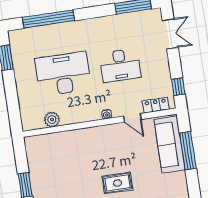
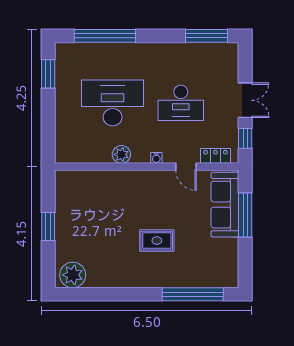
double door: (170, 34) -> (245, 100), moved
plant: (52, 119) -> (121, 154), moved

